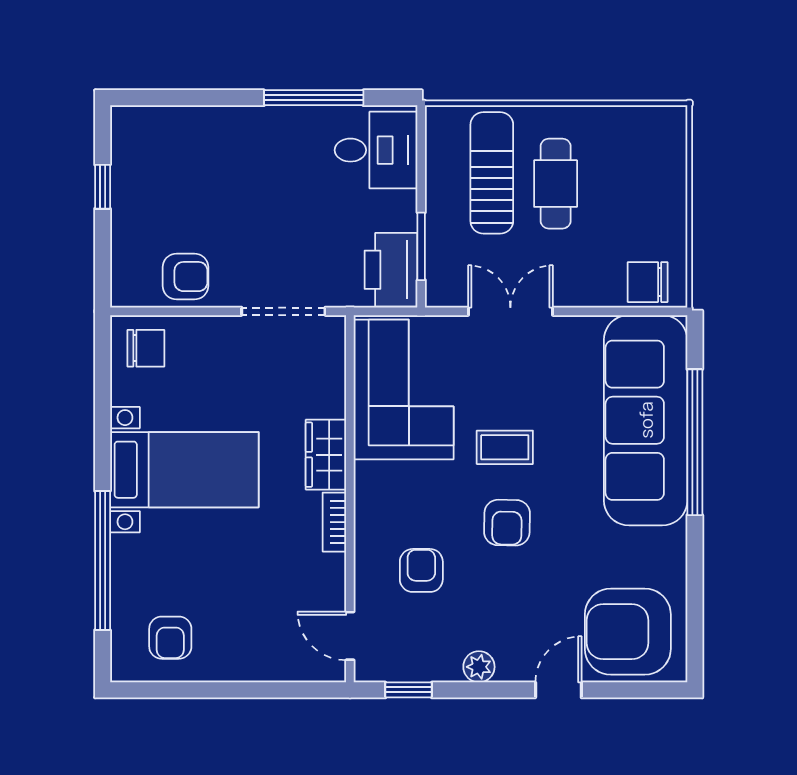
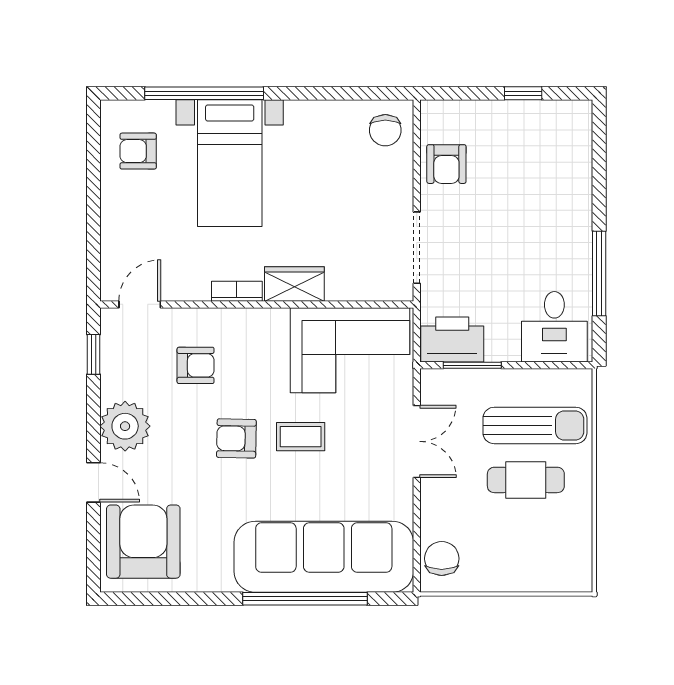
coffee table: (505, 447) -> (301, 437), turned 90
bed with nightstands: (184, 470) -> (230, 163), moved
plant: (479, 667) -> (125, 426), width x1.87, depth x1.87

